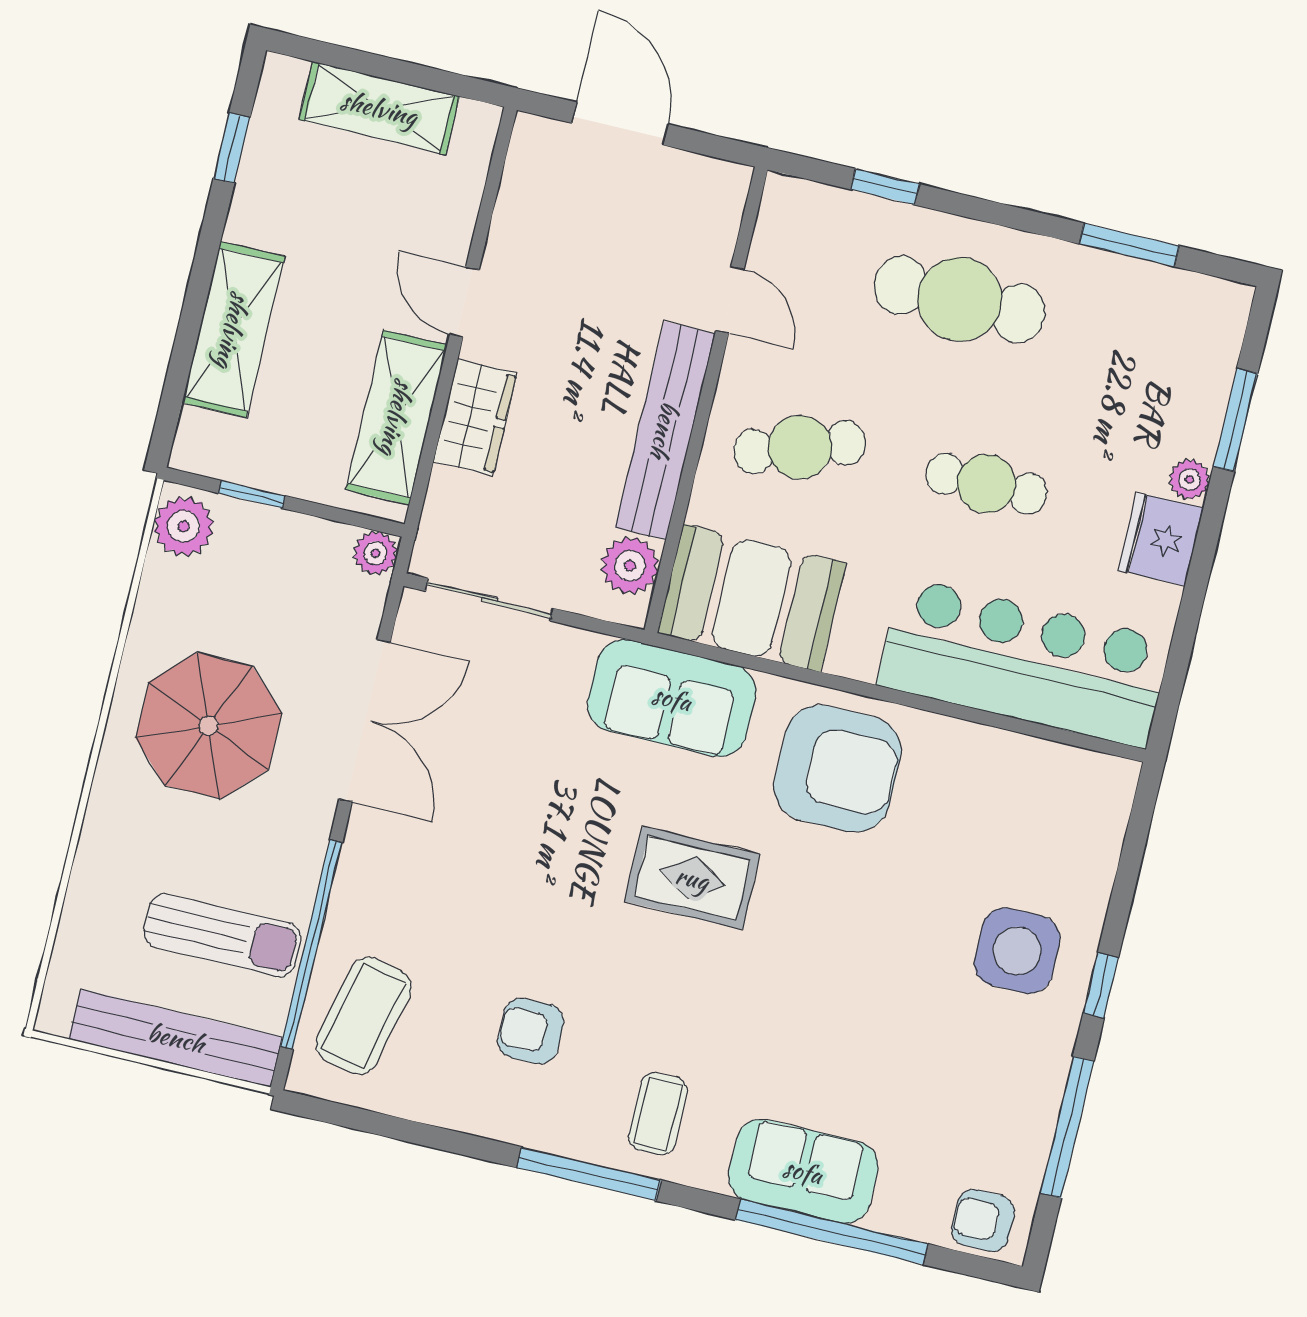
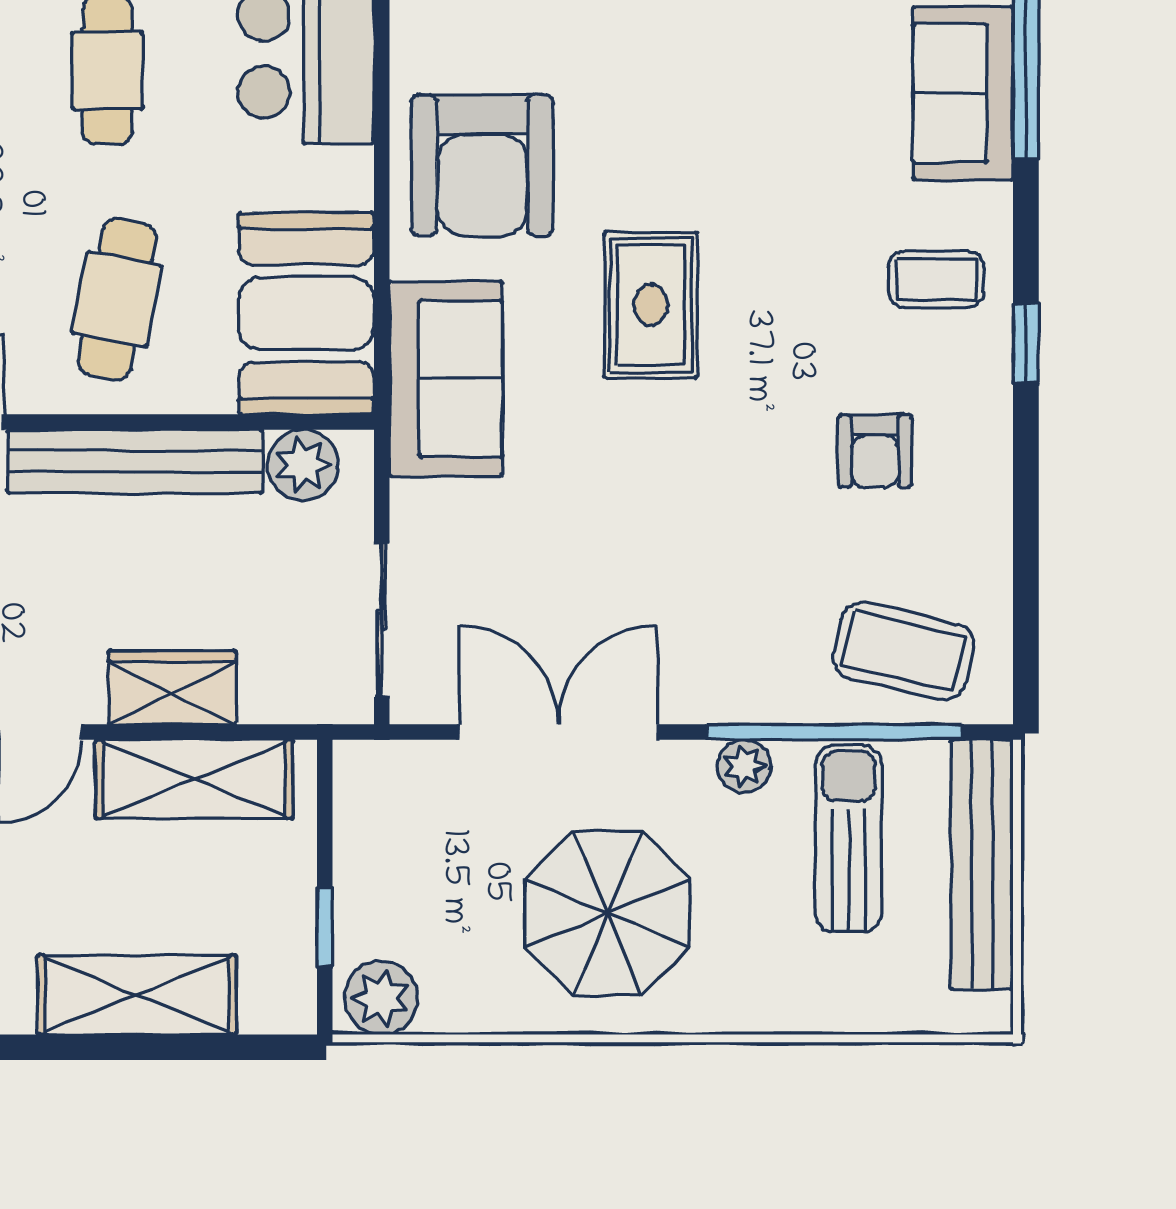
cafe table: (800, 447) -> (117, 299), turned 30
plant: (375, 553) -> (744, 766), moved
armchair: (838, 769) -> (482, 165), turned 180
window: (589, 1174) -> (1026, 343), width x0.46

